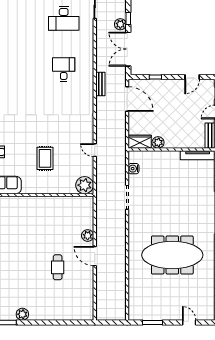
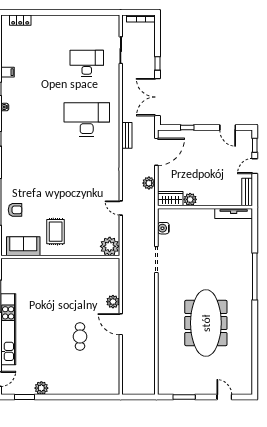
desk: (64, 18) -> (87, 63), turned 180
plant: (120, 24) -> (149, 183), moved
desk: (64, 70) -> (87, 119), width x1.87, depth x1.30
door: (192, 77) -> (228, 128), hinge flipped
door: (127, 99) -> (156, 152), hinge flipped
rug: (45, 158) -> (56, 232), moved
meeting table: (172, 255) -> (206, 323), turned 90

